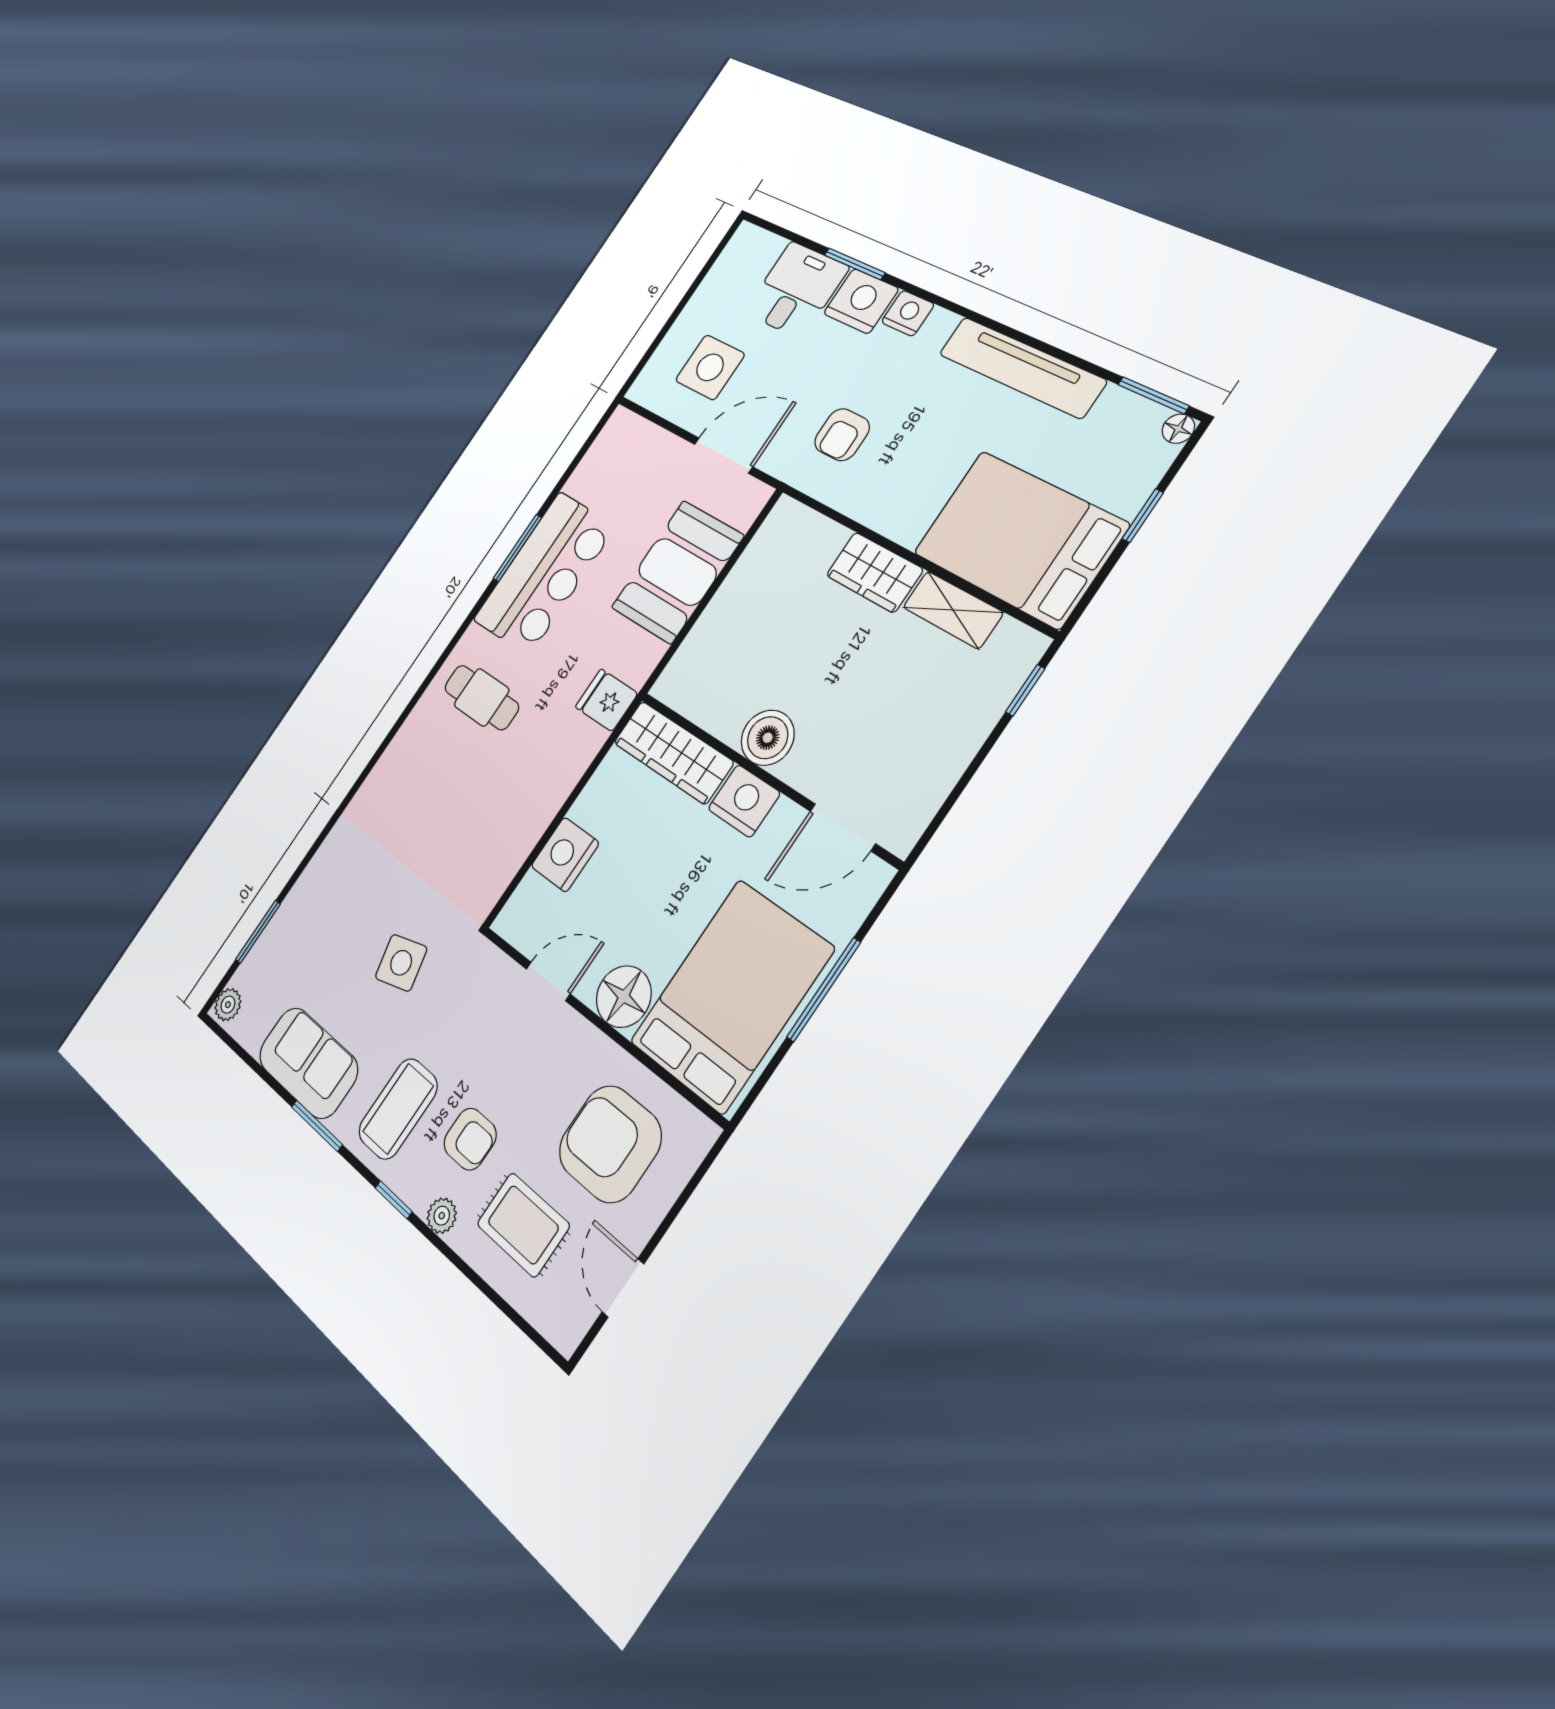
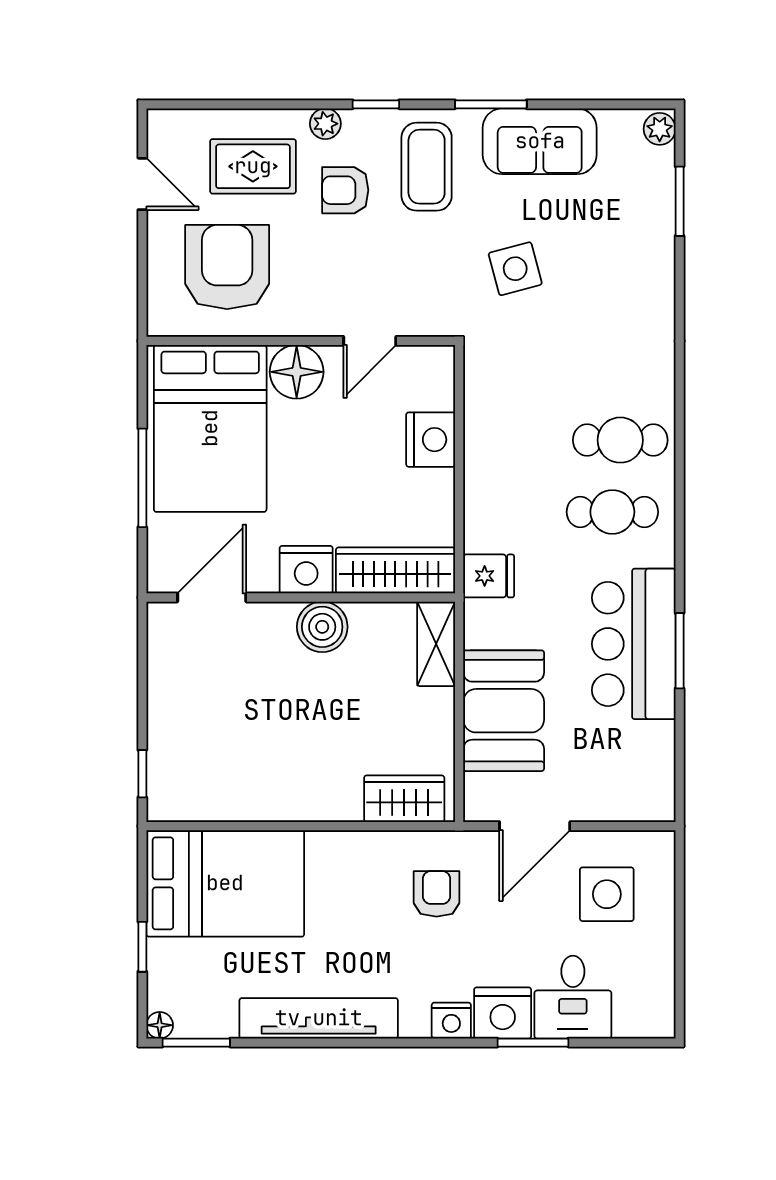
wardrobe: (874, 572) -> (404, 799), moved
shelving: (953, 610) -> (436, 644), moved, turned 90
cafe table: (434, 756) -> (620, 440), added
armchair: (610, 1144) -> (227, 267), turned -90

